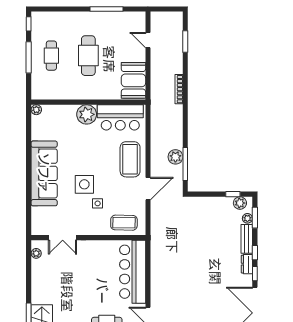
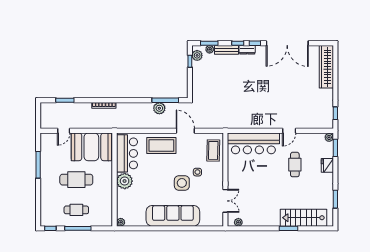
booth: (133, 80) -> (91, 147), width x1.36, depth x1.42

